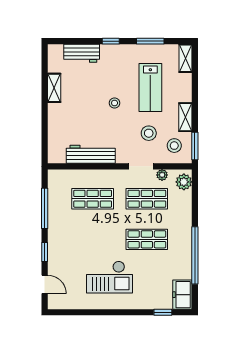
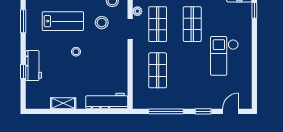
window: (111, 41) -> (23, 72), moved
workbench: (82, 53) -> (34, 66), moved
workbench: (91, 154) -> (107, 101), moved, turned 90
checkout: (109, 277) -> (224, 56), turned 180

